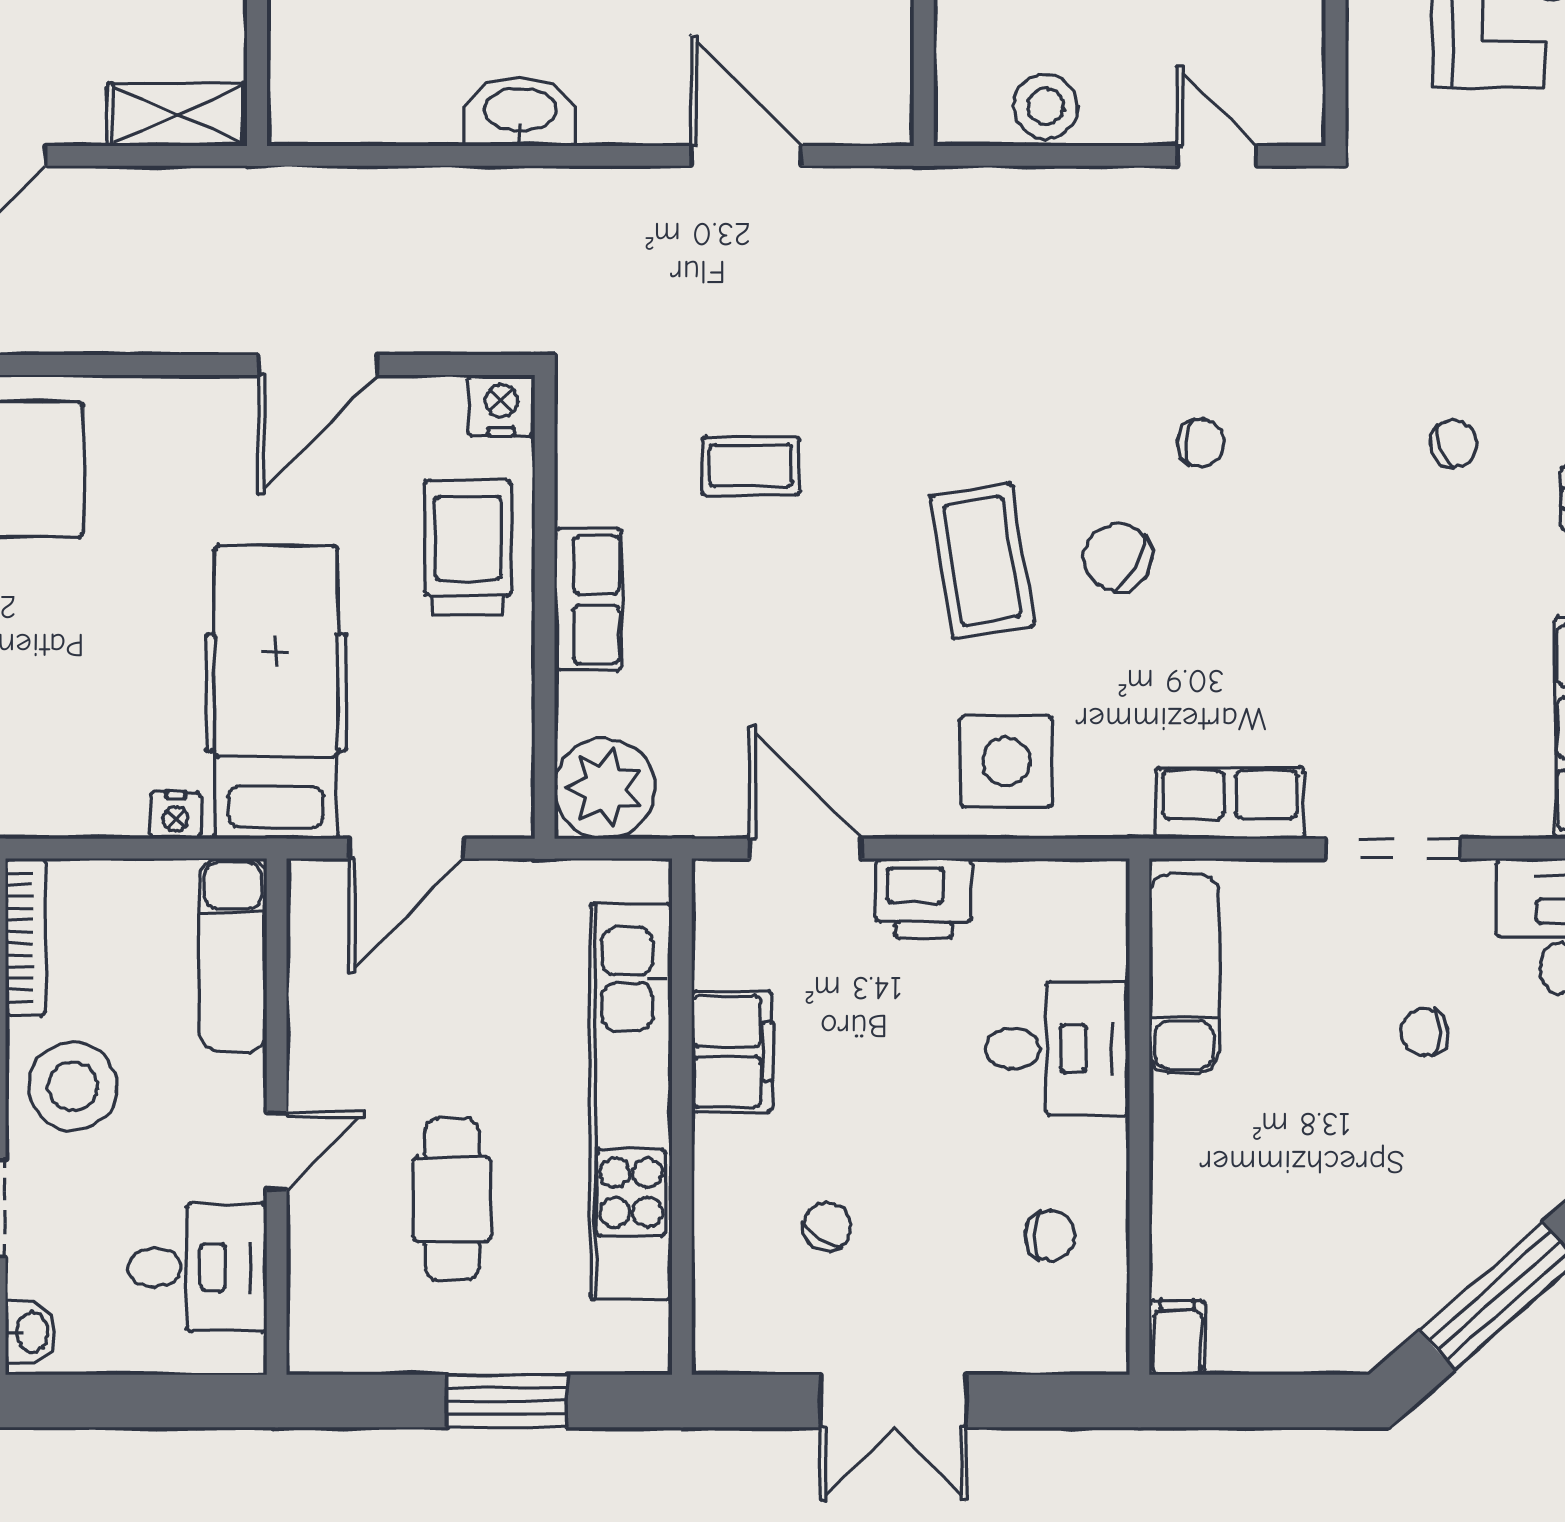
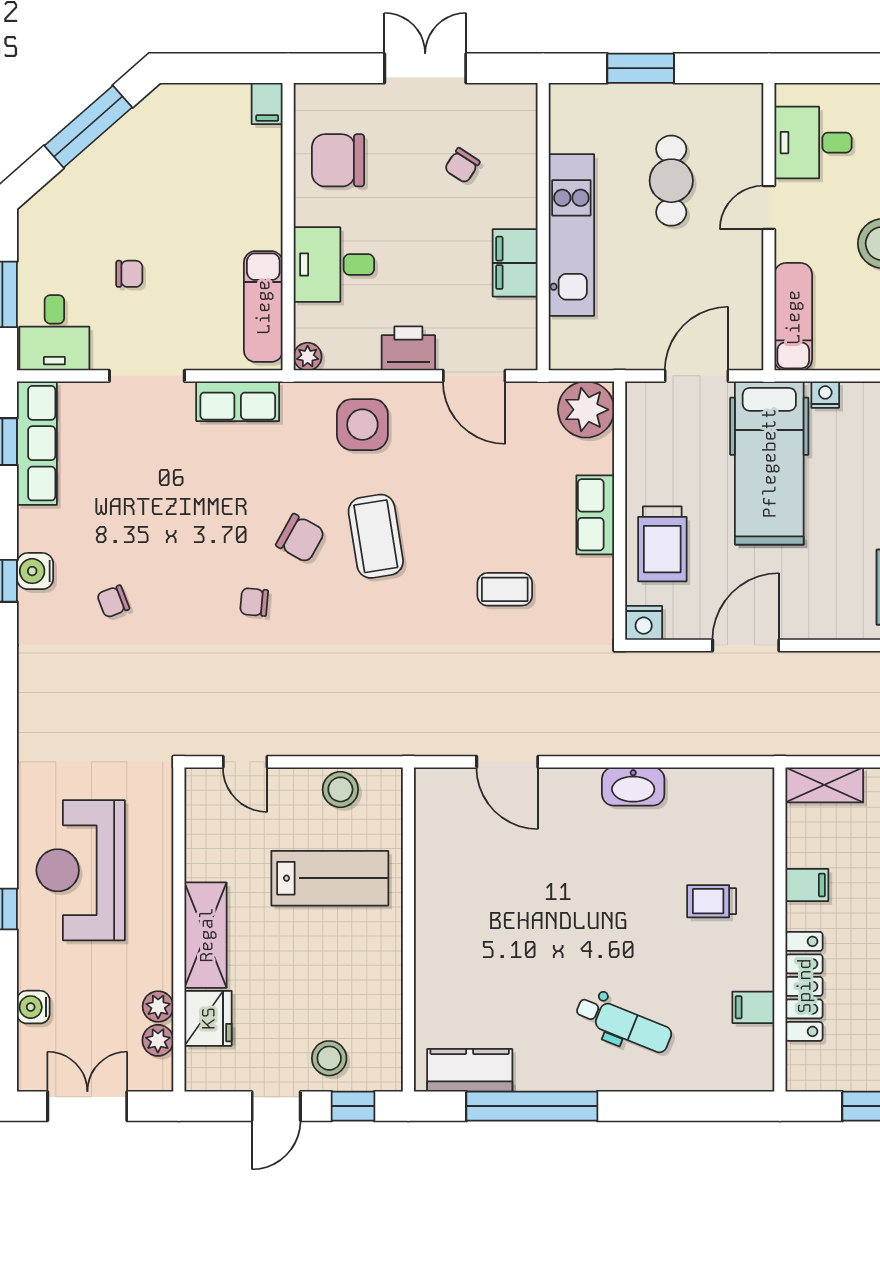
plant: (1105, 883) -> (308, 357), added
kitchen unit: (631, 1102) -> (571, 235), width x0.73
chair: (1050, 1236) -> (338, 160), width x1.87, depth x1.87

